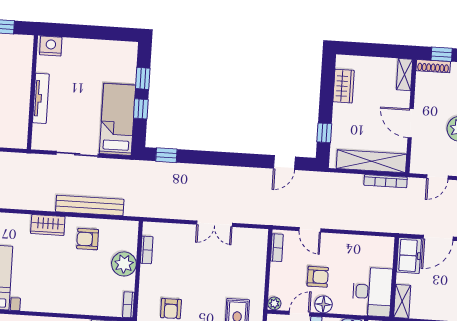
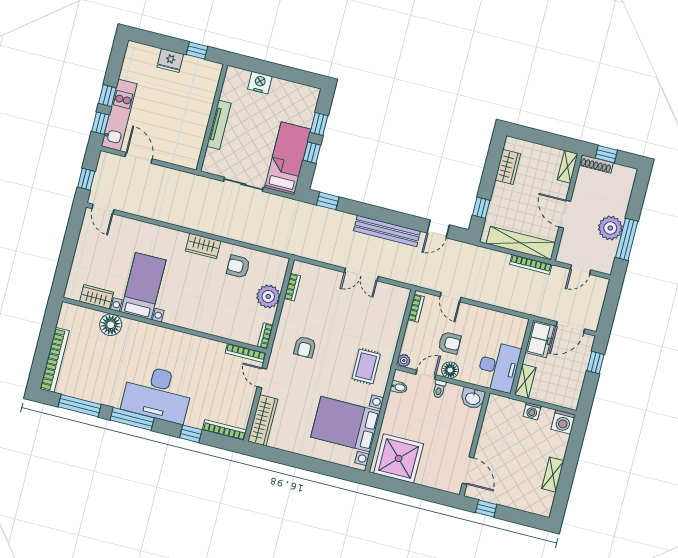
nightstand: (51, 46) -> (260, 83), moved
bench: (90, 205) -> (387, 231), moved

